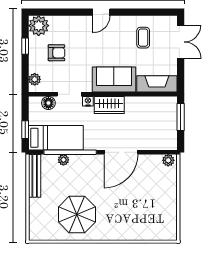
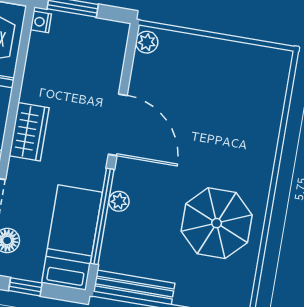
nightstand: (88, 101) -> (41, 22), moved
window: (25, 130) -> (25, 287), moved
plant: (63, 160) -> (119, 201), moved

